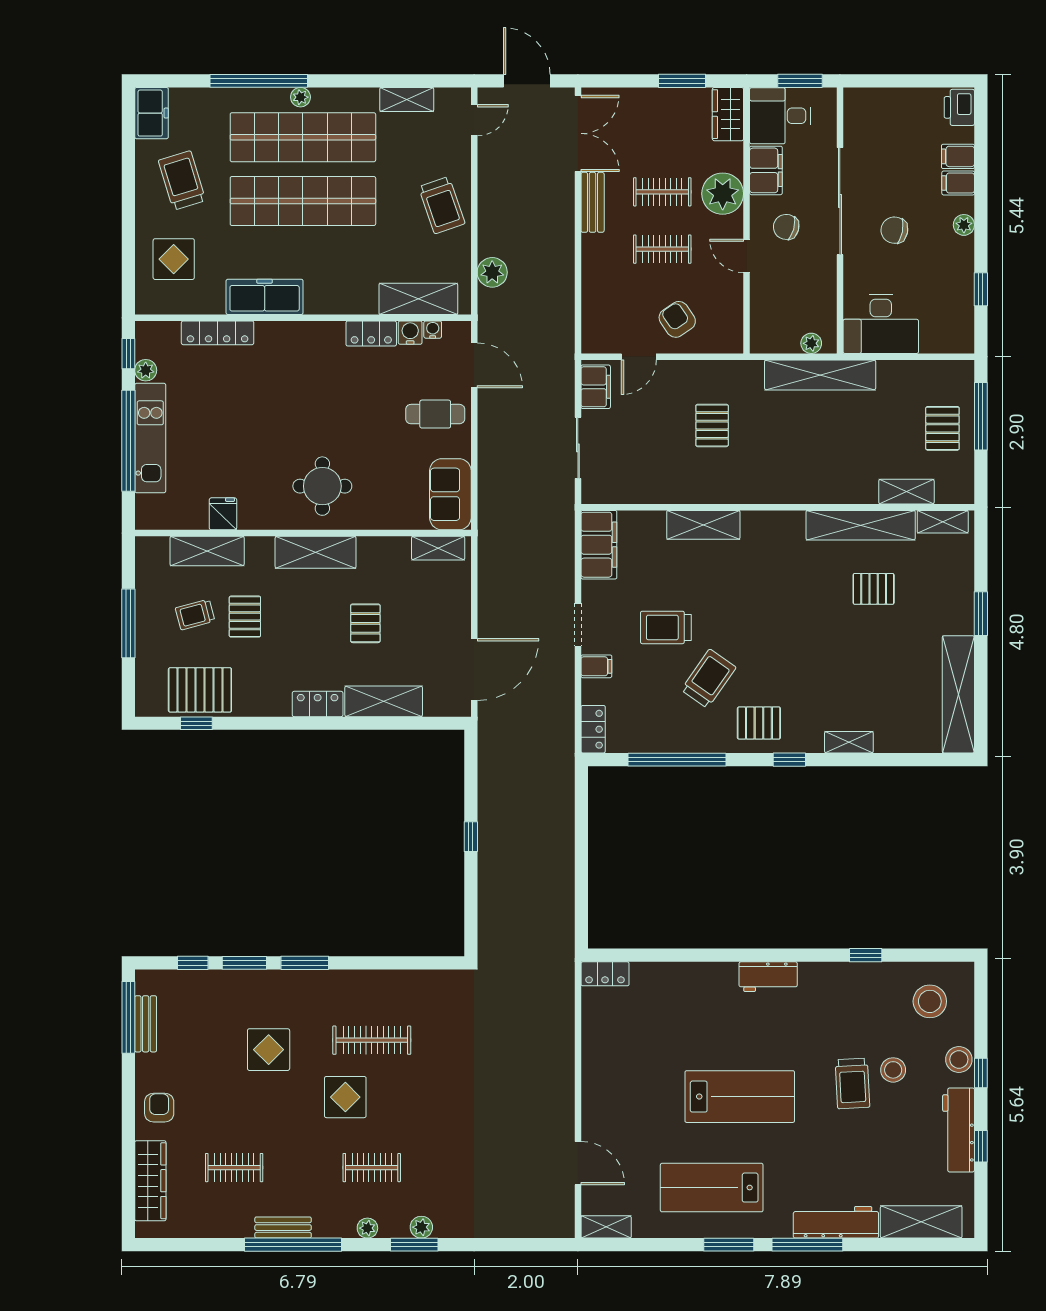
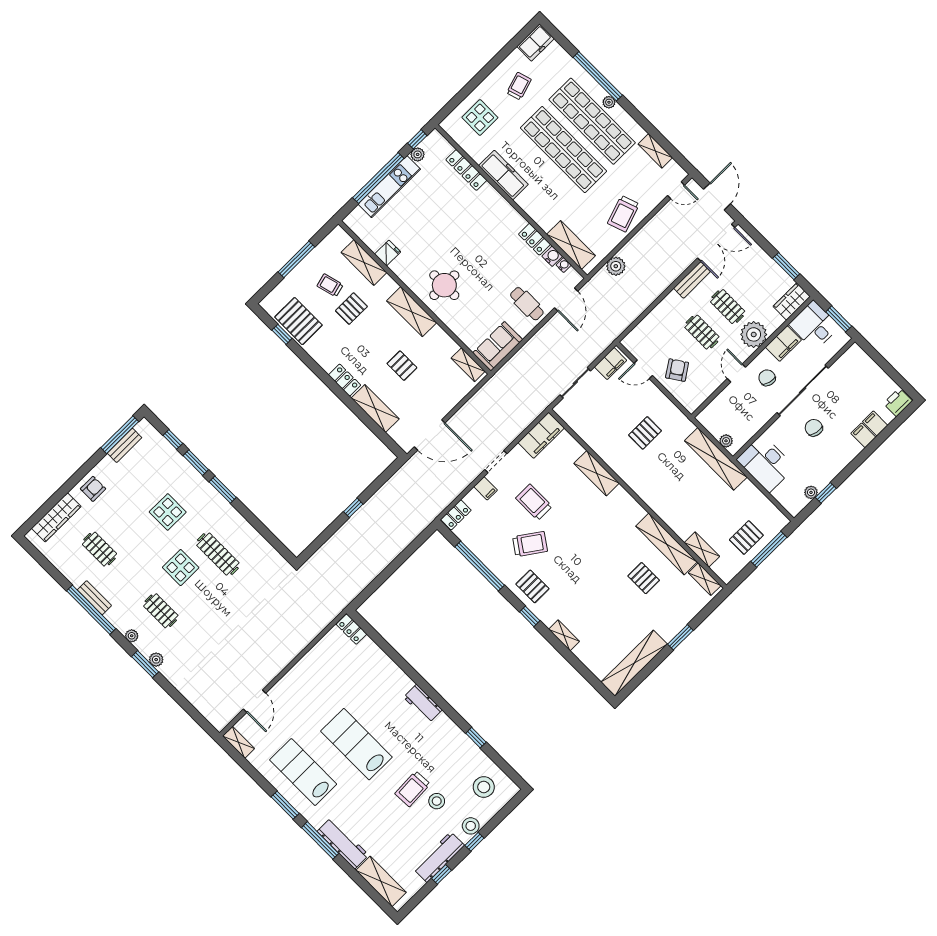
trolley: (182, 180) -> (519, 86), width x0.73, depth x0.72
plant: (964, 225) -> (811, 492), moved
pallet: (365, 623) -> (402, 366), turned 90
lab bench: (740, 1097) -> (356, 744), turned 180

